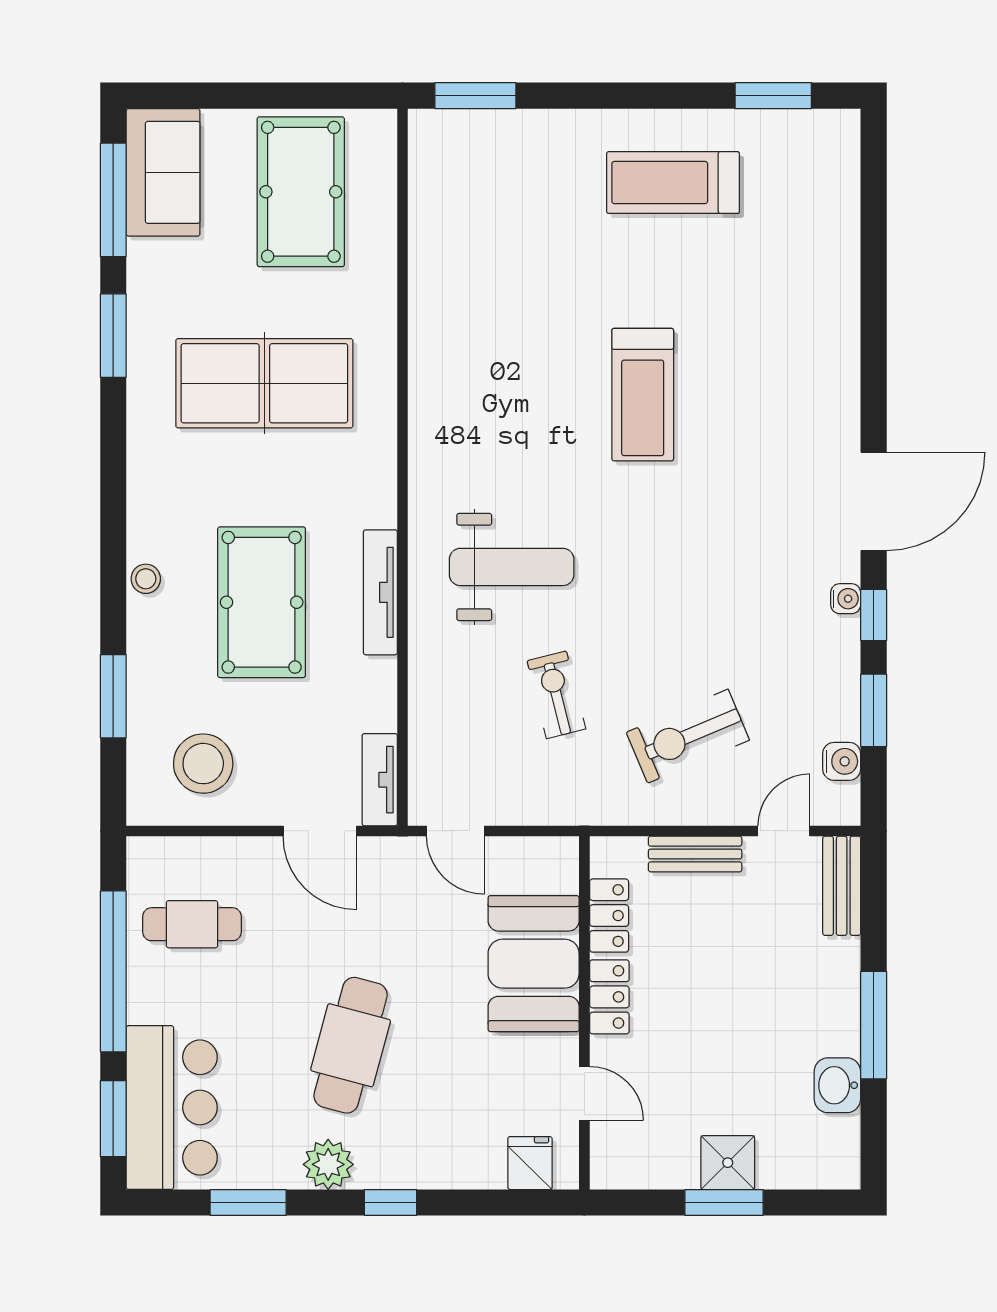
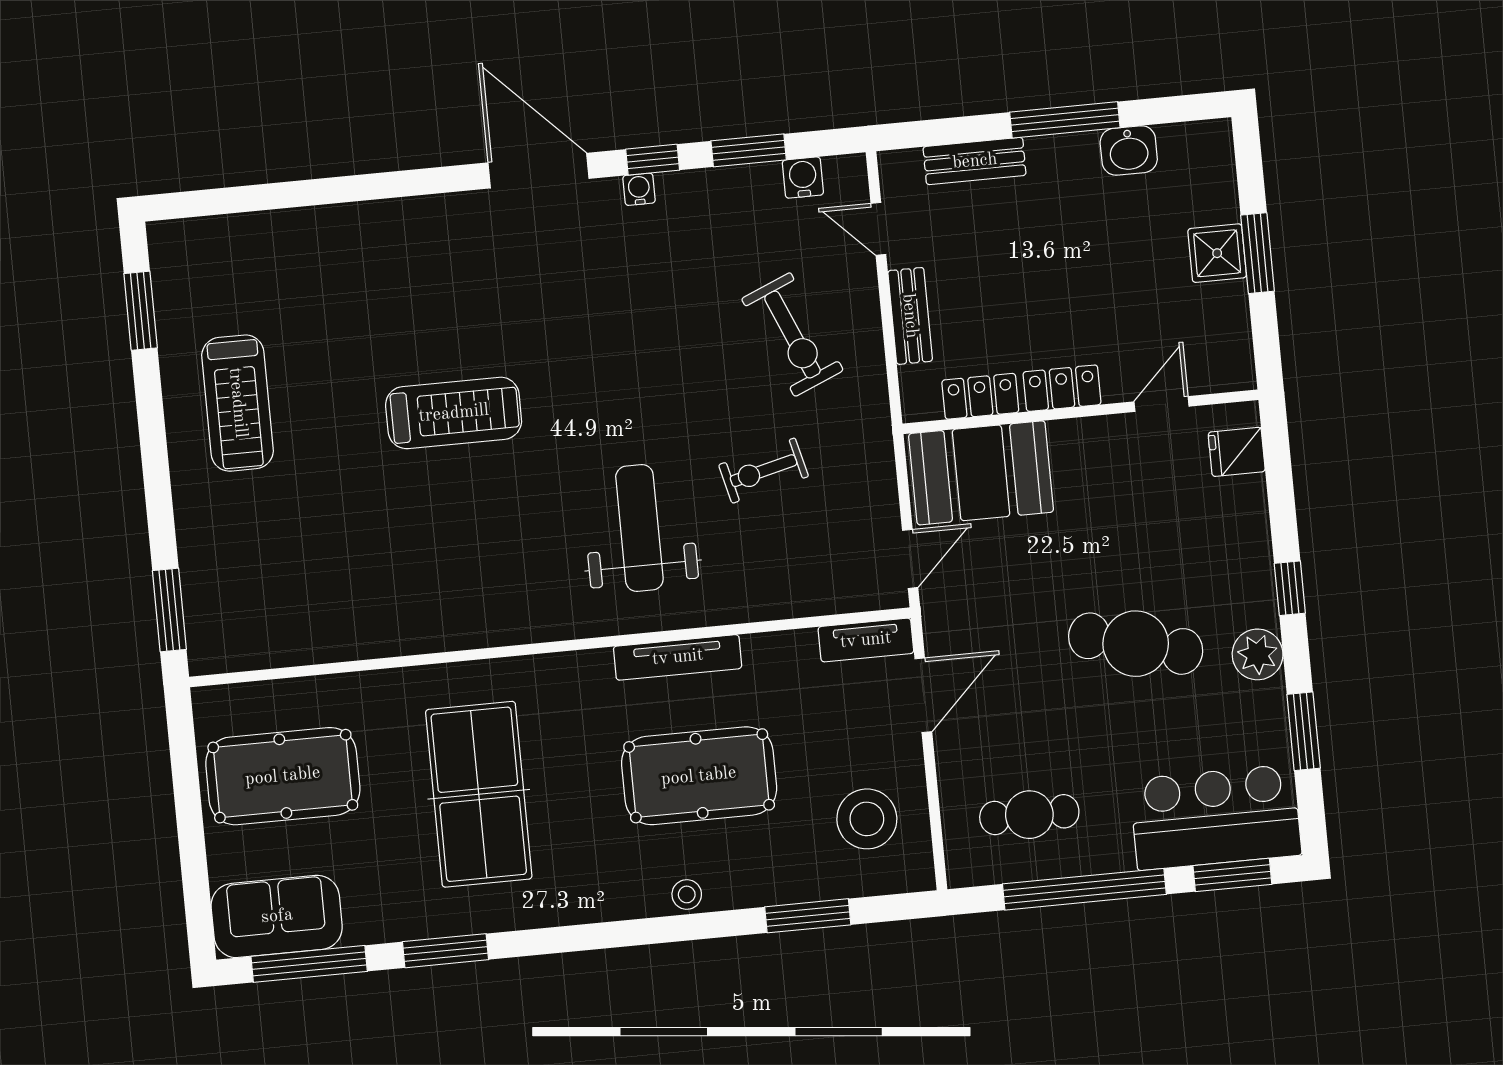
bench: (842, 886) -> (975, 161), moved
cafe table: (192, 924) -> (1029, 815), turned 90
booth: (534, 964) -> (981, 473), moved

